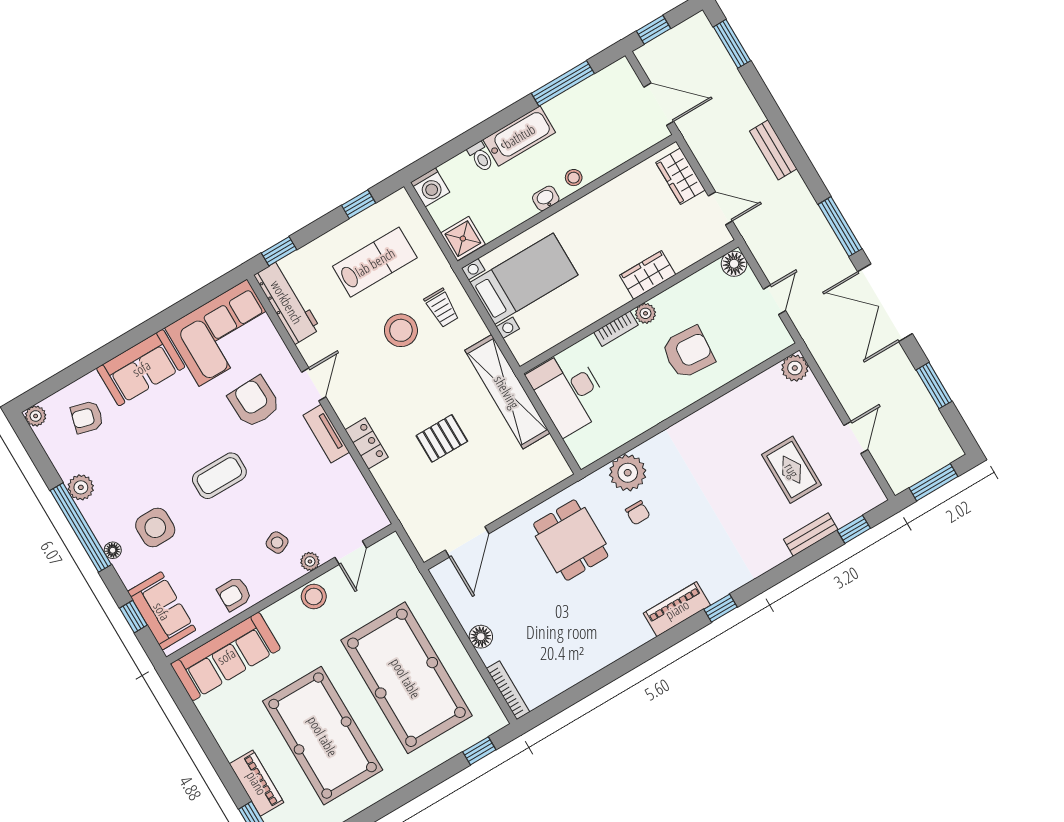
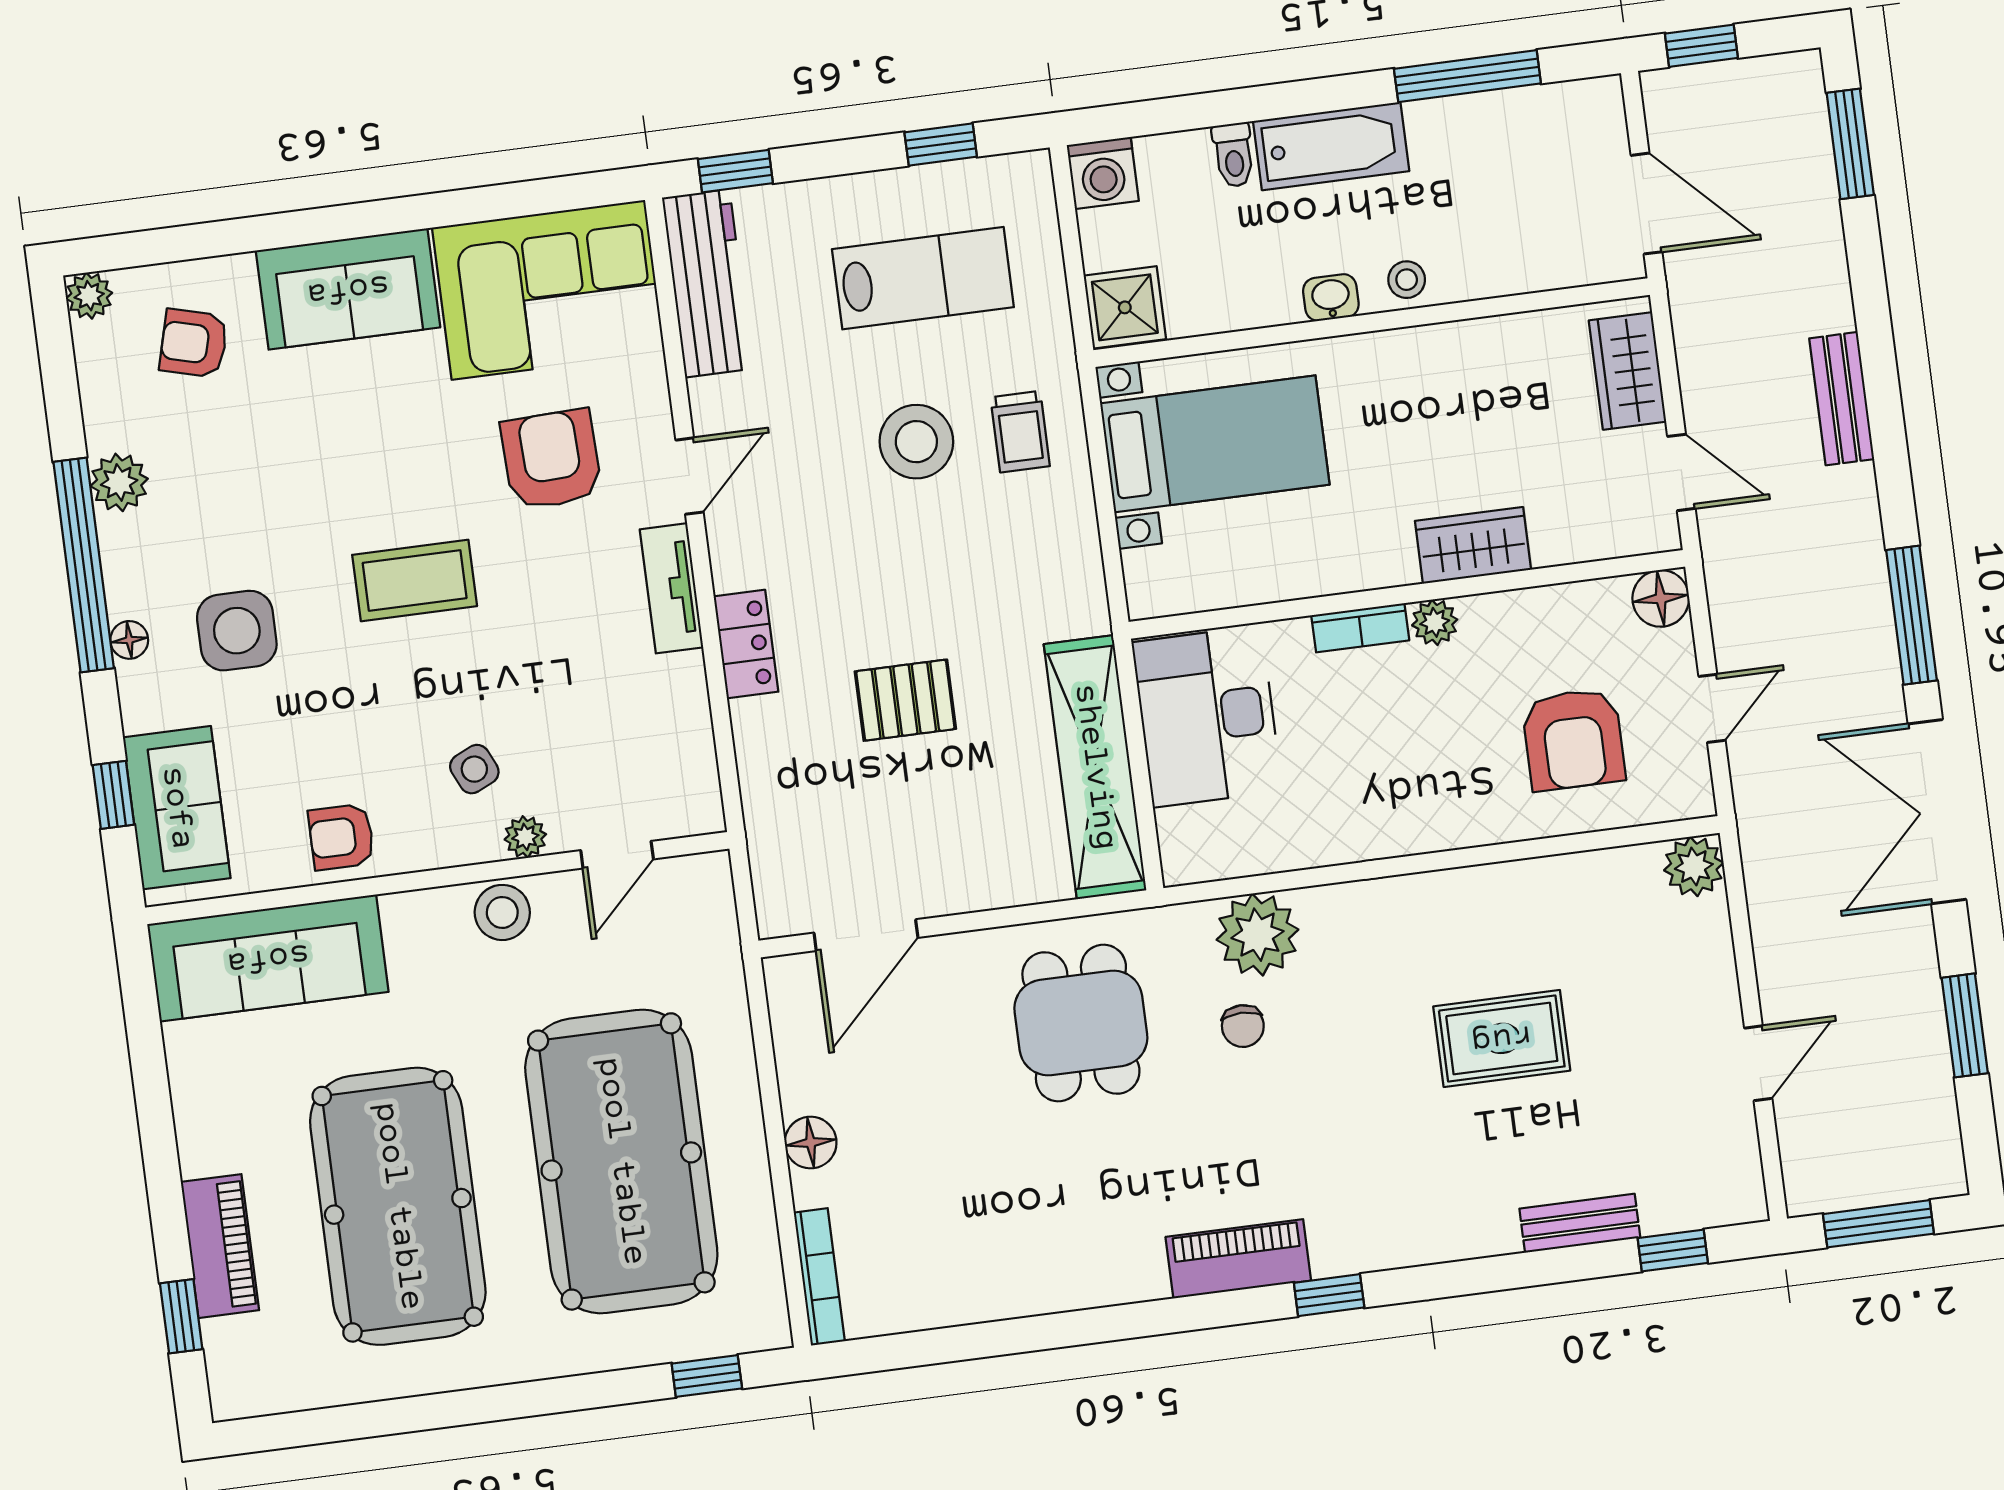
armchair: (688, 352) -> (1573, 739), moved, turned 86
shelving: (507, 392) -> (1095, 767), moved
rug: (792, 470) -> (1502, 1038), moved, turned 90

